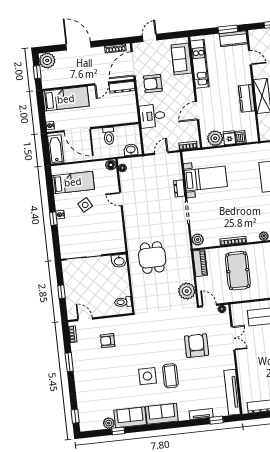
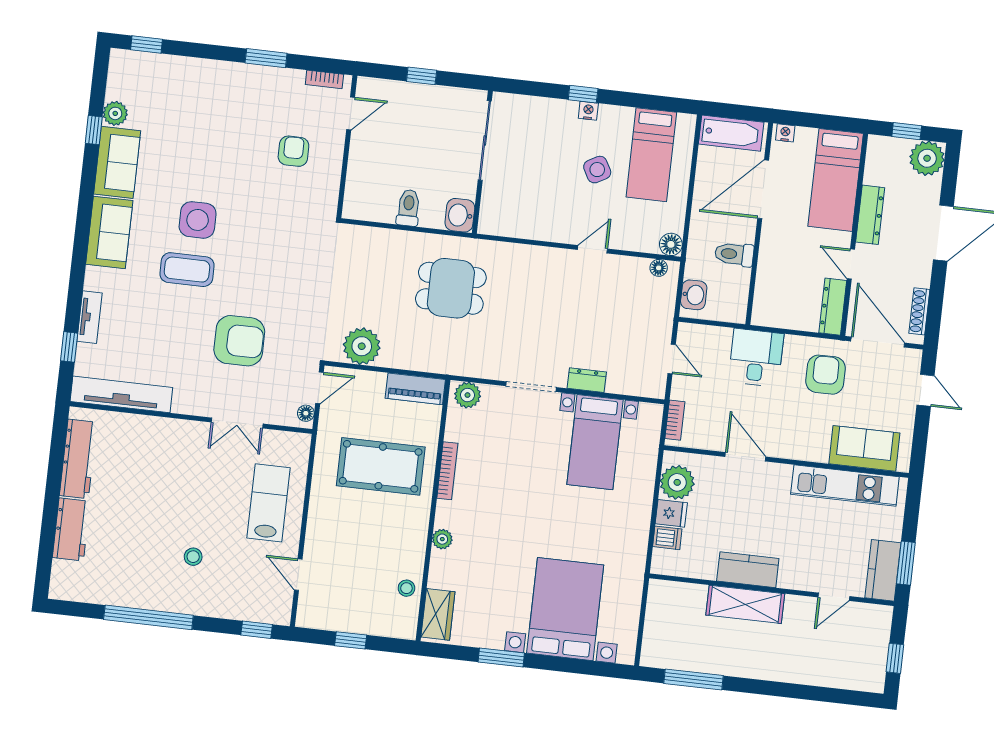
dresser: (78, 80) -> (870, 215), added
toilet: (123, 302) -> (408, 208), moved

